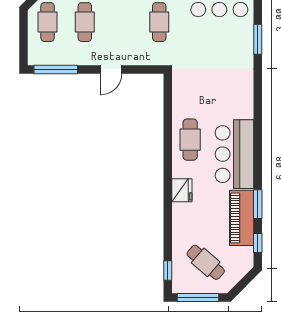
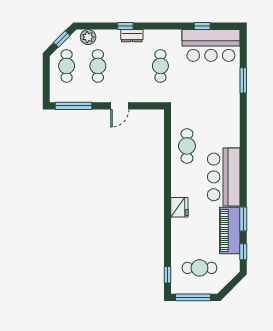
cafe table: (190, 140) -> (187, 146), moved
cafe table: (206, 262) -> (199, 268), turned -41

